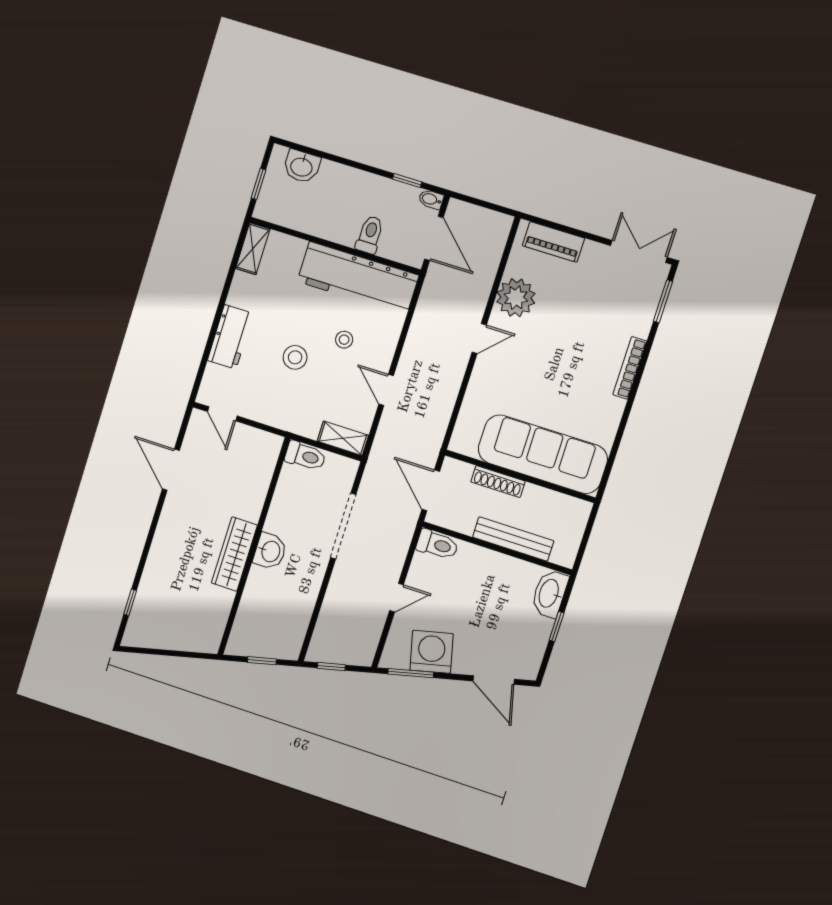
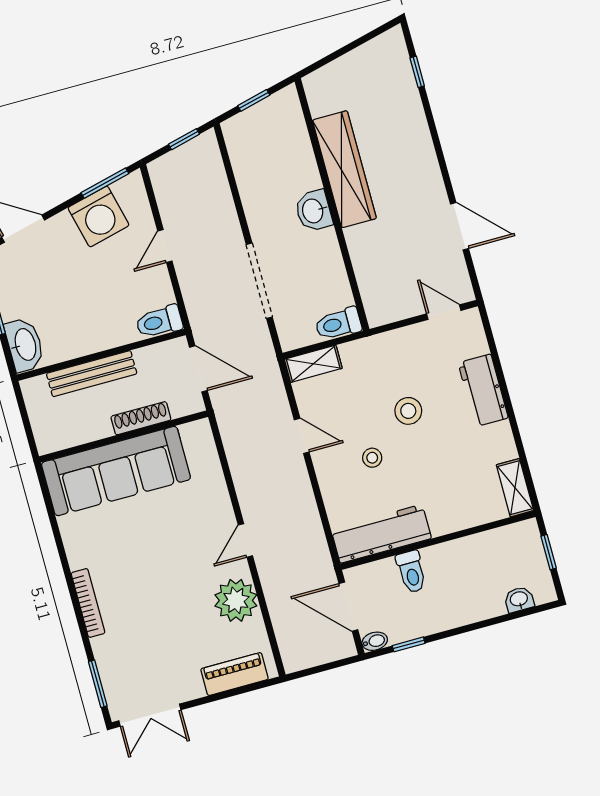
washbasin: (302, 166) -> (519, 599), width x0.72, depth x0.69
workbench: (358, 278) -> (381, 534), width x0.73, depth x0.76
wardrobe: (234, 554) -> (344, 169), width x1.40, depth x1.17

